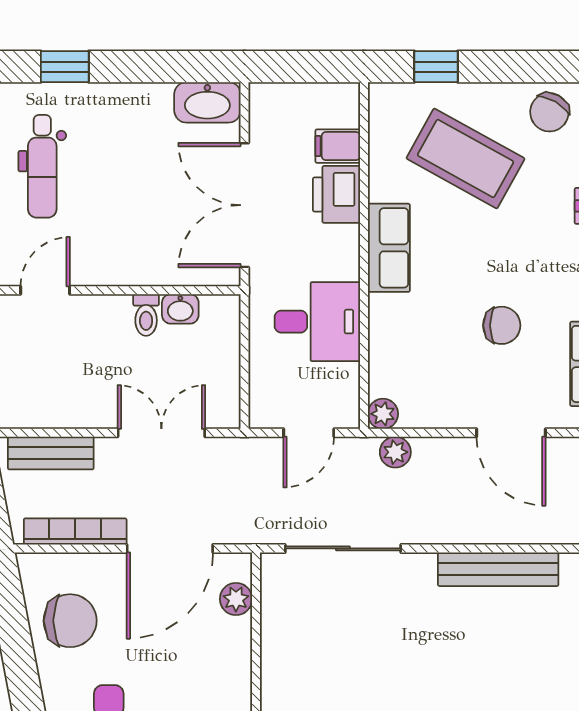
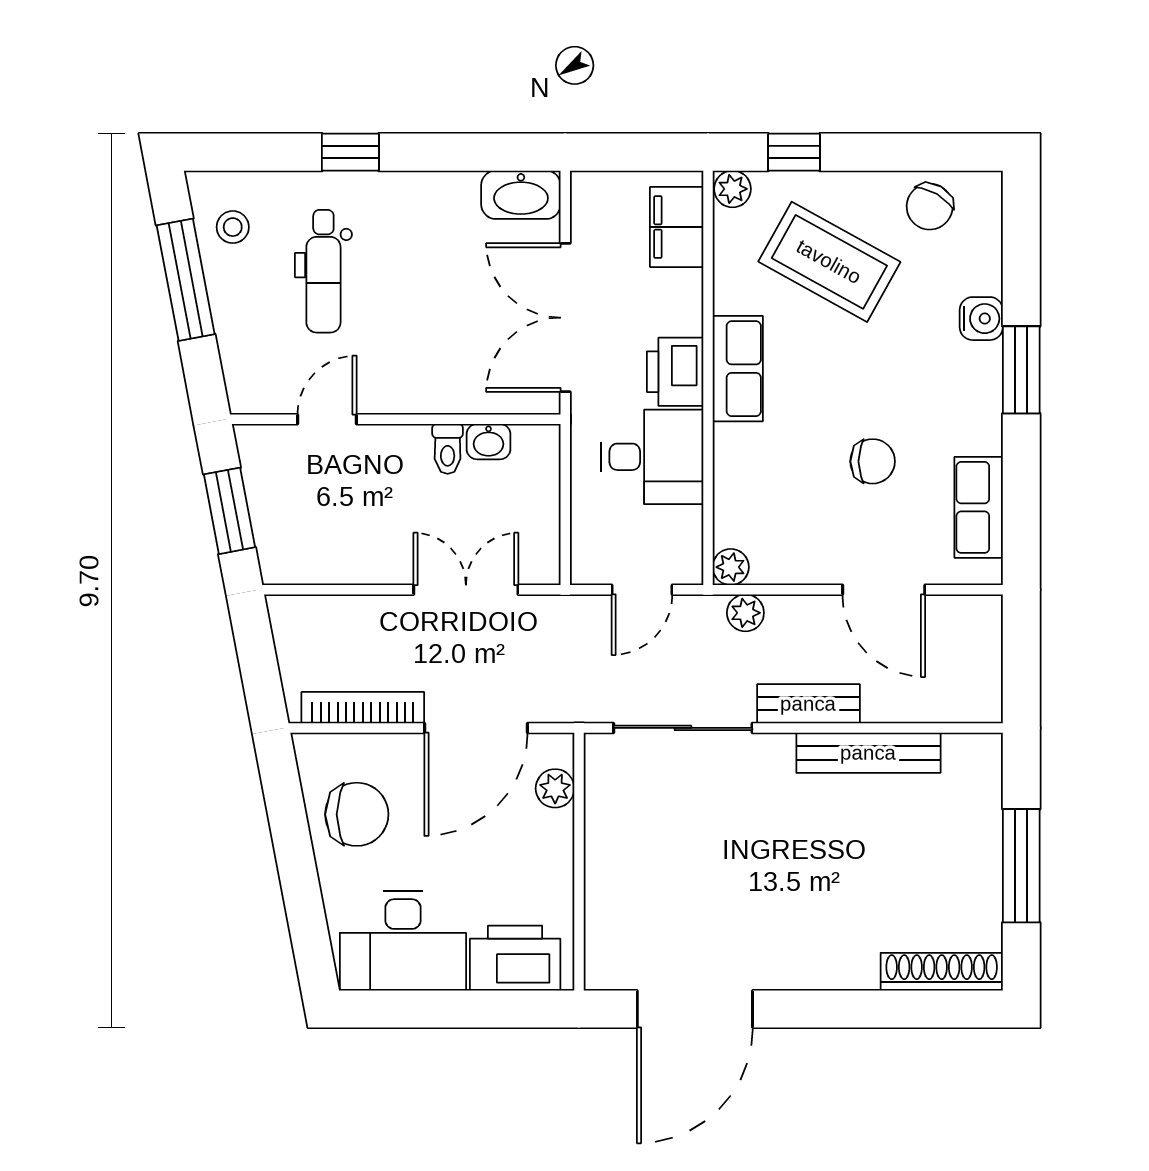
plant: (384, 97) -> (733, 189), added
filing cabinet: (338, 146) -> (677, 227), width x2.00
printer: (336, 194) -> (675, 372), moved
bench: (51, 453) -> (808, 704), moved

